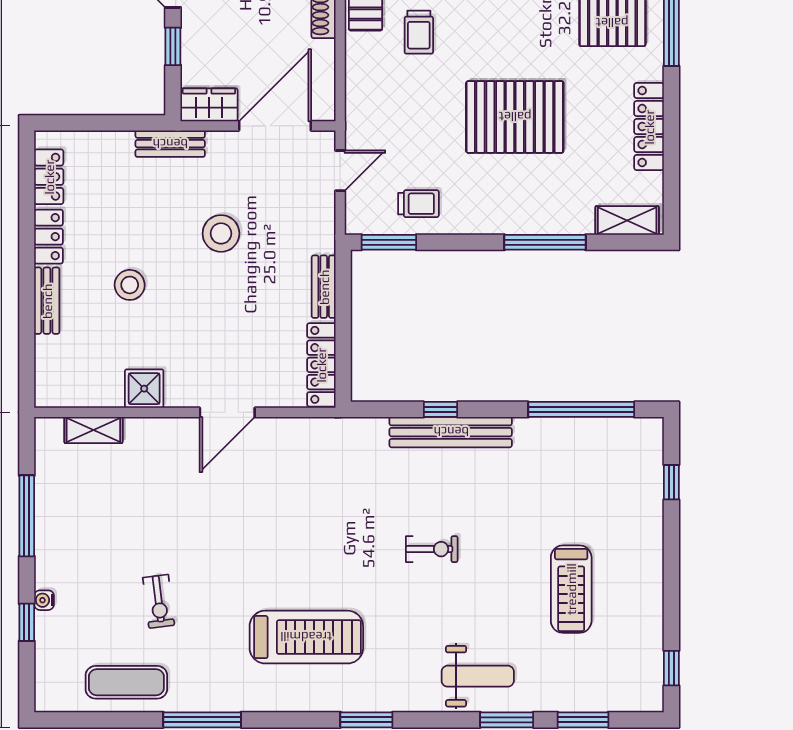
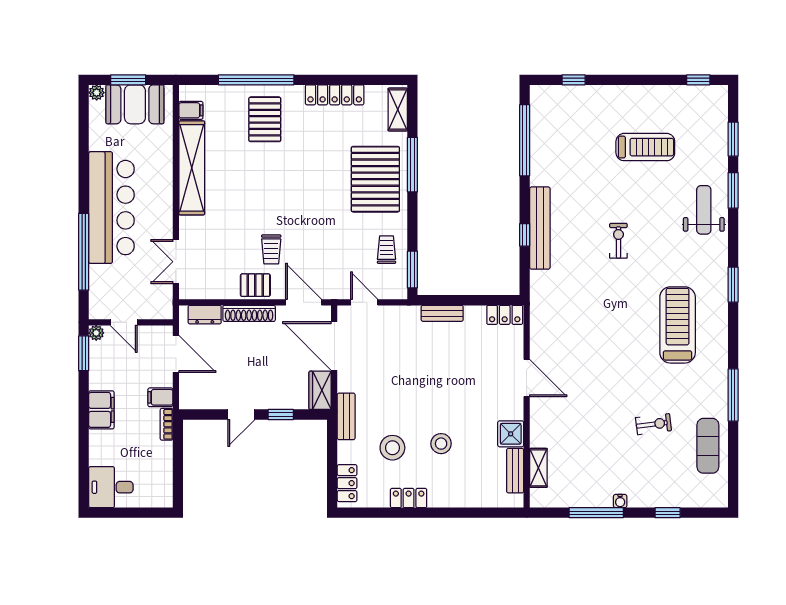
trolley: (419, 32) -> (271, 249), turned 90
door: (340, 80) -> (304, 302), added
pallet: (515, 117) -> (375, 179), moved
locker: (49, 177) -> (347, 483), moved, turned 90
stool: (221, 233) -> (392, 448), moved
bench: (47, 301) -> (515, 471), moved, turned 90
locker: (321, 365) -> (505, 315), width x0.66
water cooler: (44, 600) -> (620, 501), moved

